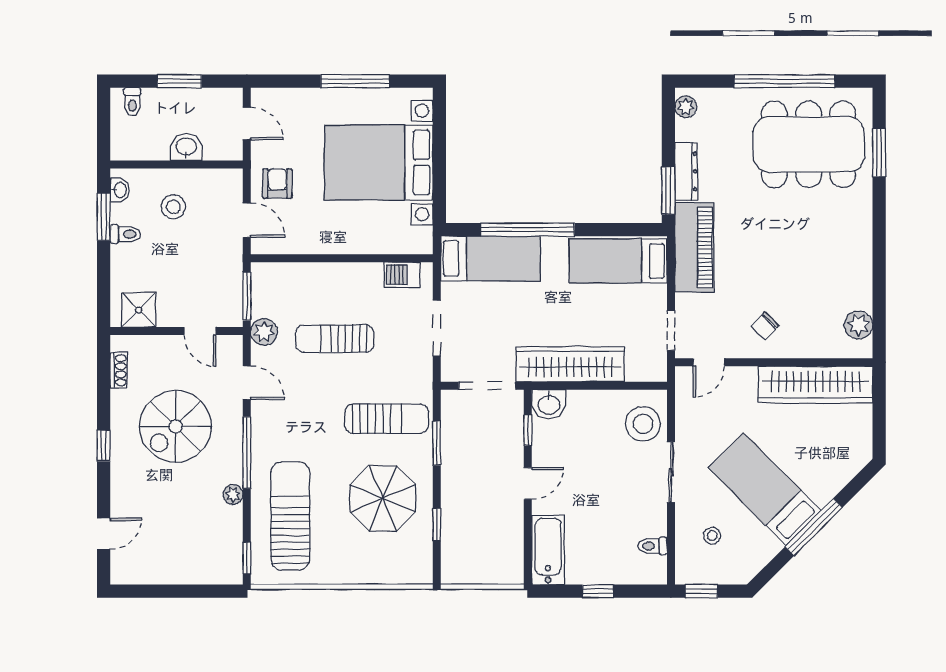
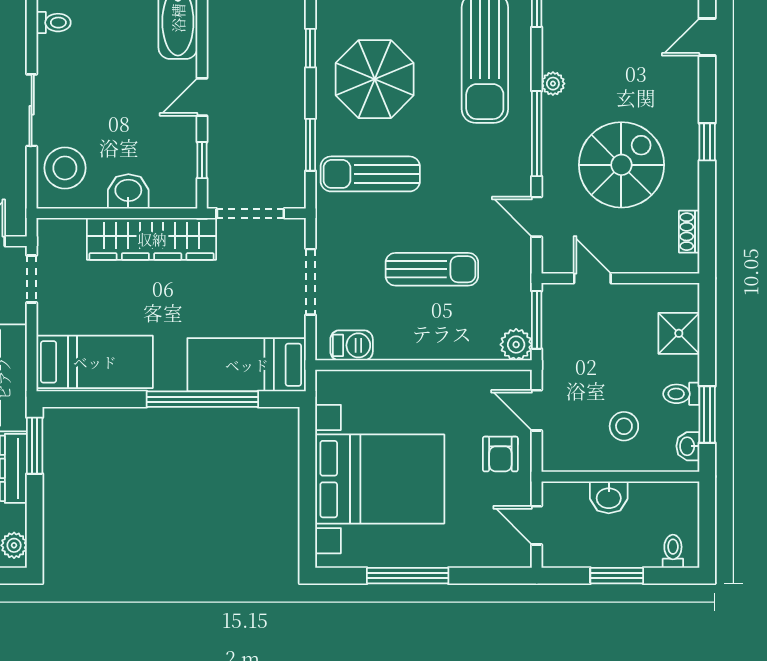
shower: (139, 310) -> (679, 333), moved
plant: (264, 332) -> (516, 345), moved
washbasin: (549, 404) -> (128, 191), moved

